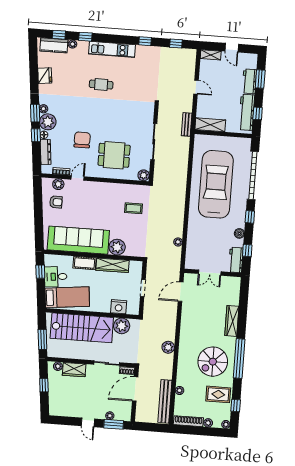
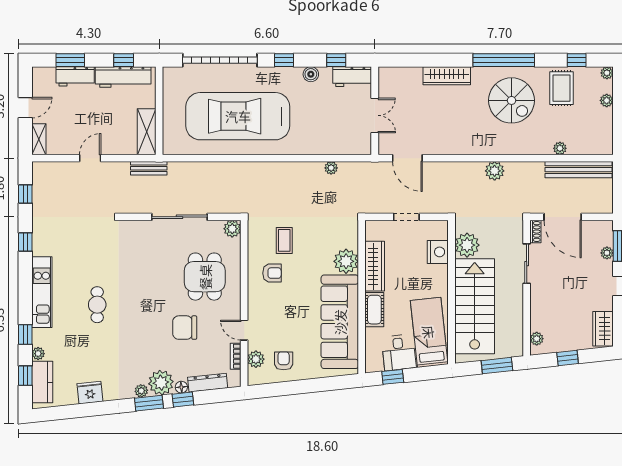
armchair: (113, 199) -> (272, 273), added
wardrobe: (74, 370) -> (603, 329), moved, turned 180
shoe rack: (188, 421) -> (606, 131), removed

